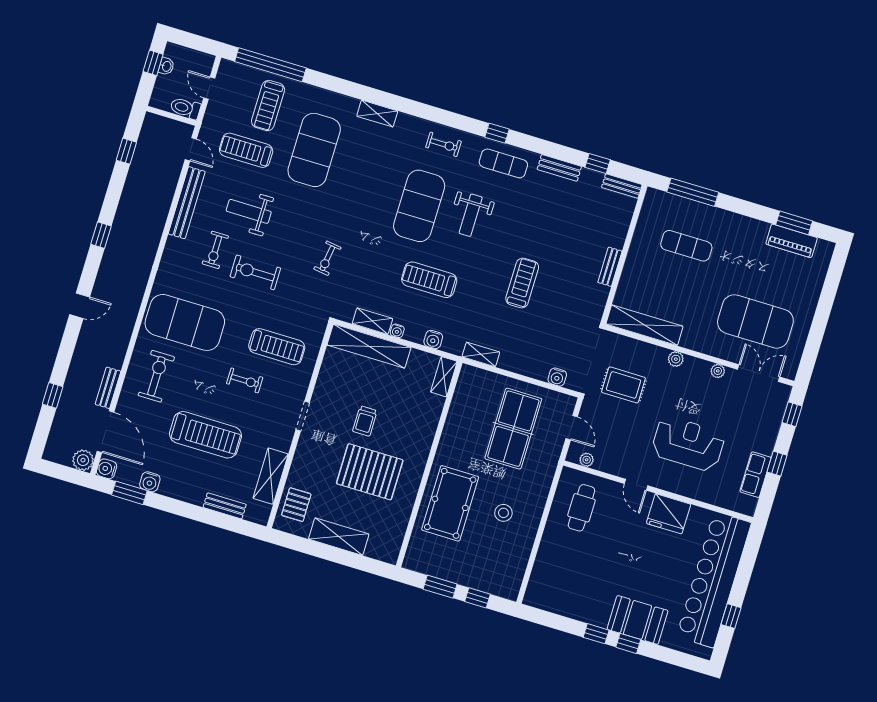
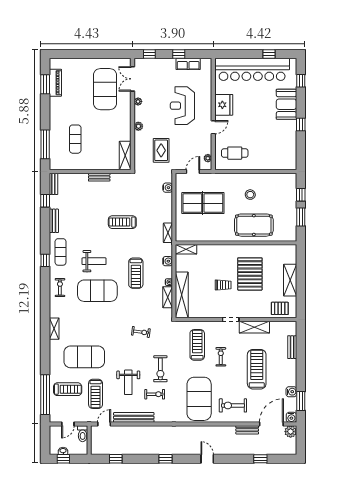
shelving: (644, 325) -> (125, 156), width x0.68
shelving: (271, 476) -> (254, 327), moved
window: (628, 643) -> (301, 81), moved

